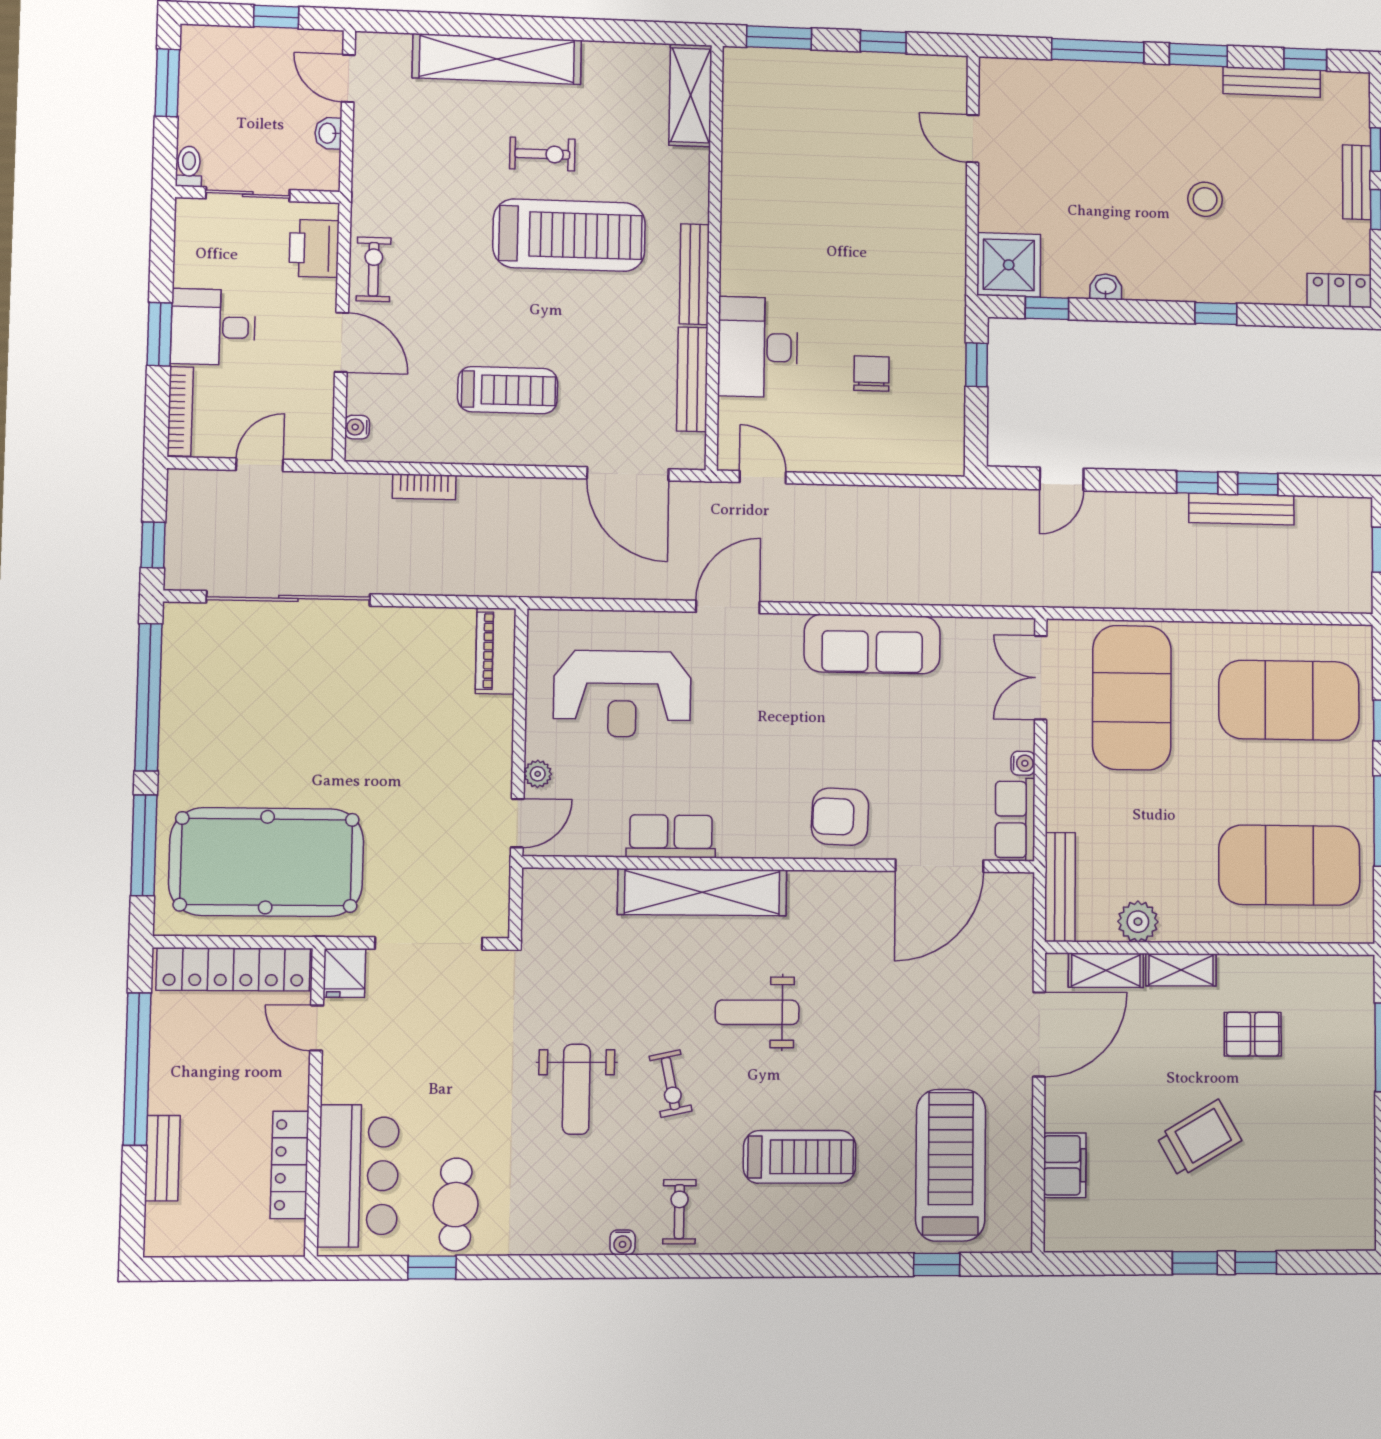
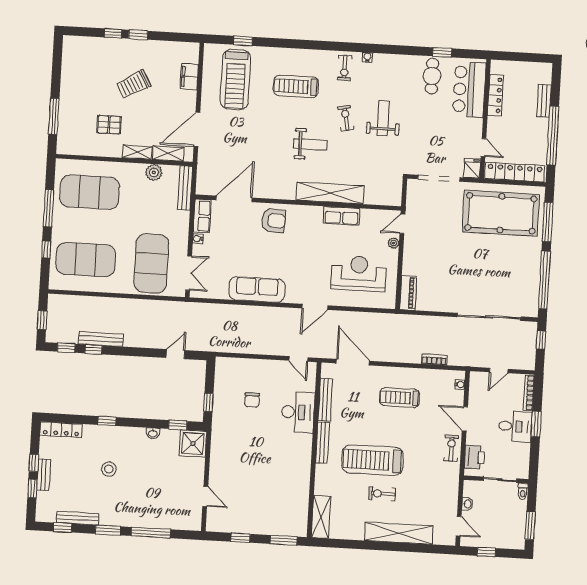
exercise bike: (374, 269) -> (451, 448), turned 180
locker: (1339, 290) -> (61, 430), width x1.53
window: (1197, 482) -> (66, 348), moved

